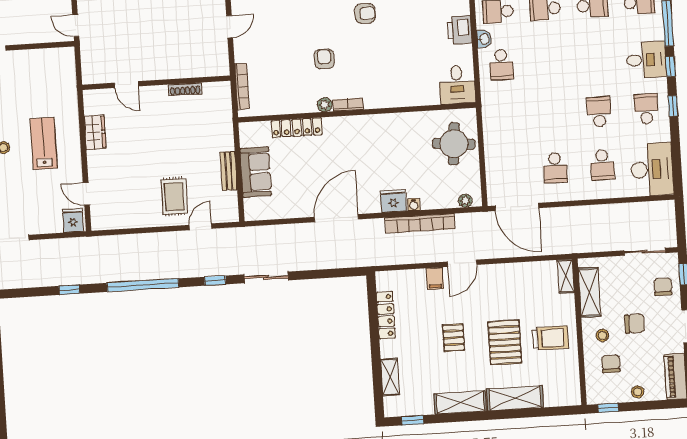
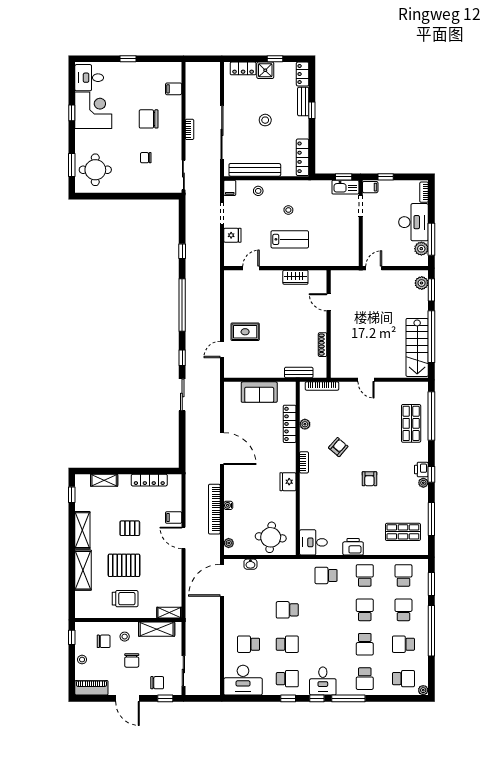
washbasin: (484, 39) -> (250, 564), moved
armchair: (324, 59) -> (338, 447), turned -49
door: (127, 85) -> (329, 302), hinge flipped
plant: (325, 105) -> (305, 424), moved
school desk: (555, 168) -> (287, 610), moved
bench: (229, 171) -> (299, 373), moved
fridge: (393, 201) -> (288, 482), moved, turned 180
fridge: (73, 220) -> (232, 235), moved
door: (200, 227) -> (222, 349), swing flipped
trolley: (550, 338) -> (125, 599), turned -90

